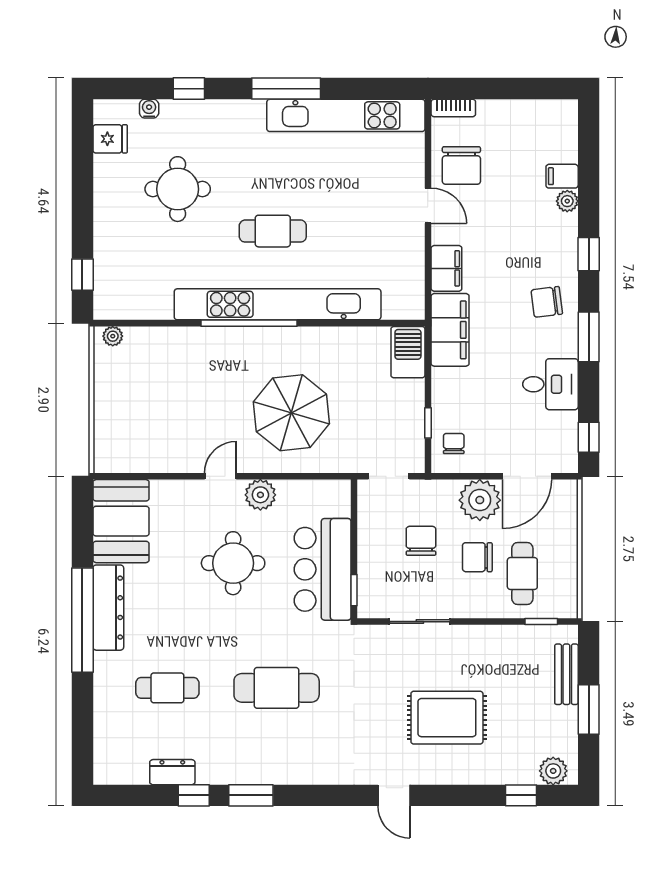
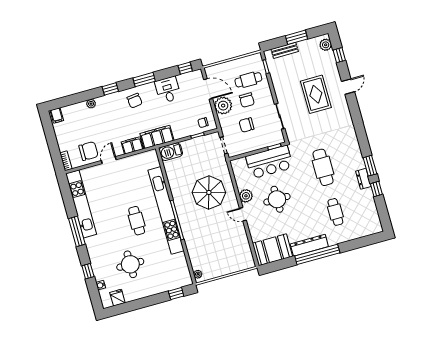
filing cabinet: (562, 176) -> (57, 115), moved
dresser: (172, 772) -> (363, 179), moved
door: (394, 795) -> (348, 87), moved

